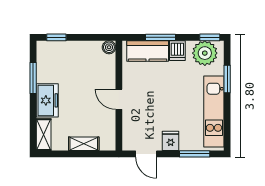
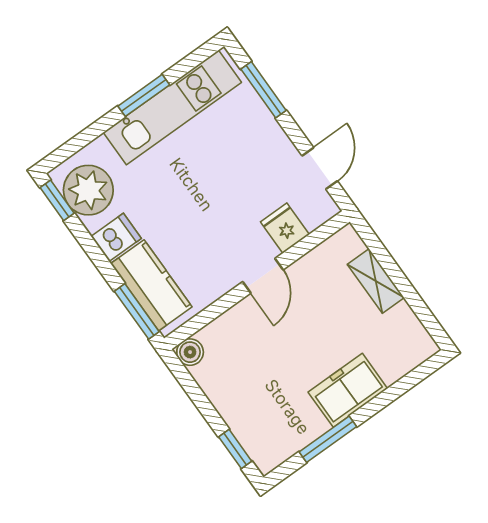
window: (161, 37) -> (137, 311), moved
window: (227, 79) -> (144, 95), moved
shelving: (44, 135) -> (407, 357), removed
fridge: (171, 141) -> (285, 228), moved, turned 90

